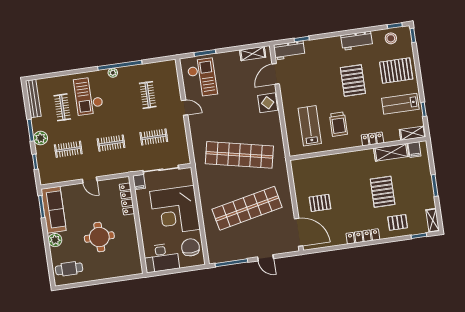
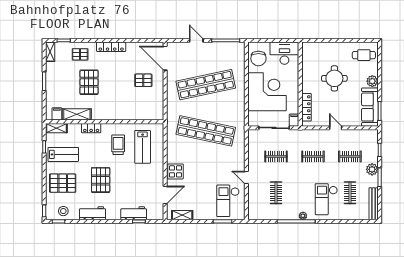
workbench: (289, 50) -> (134, 213), moved
checkout: (89, 96) -> (326, 199), turned 180

